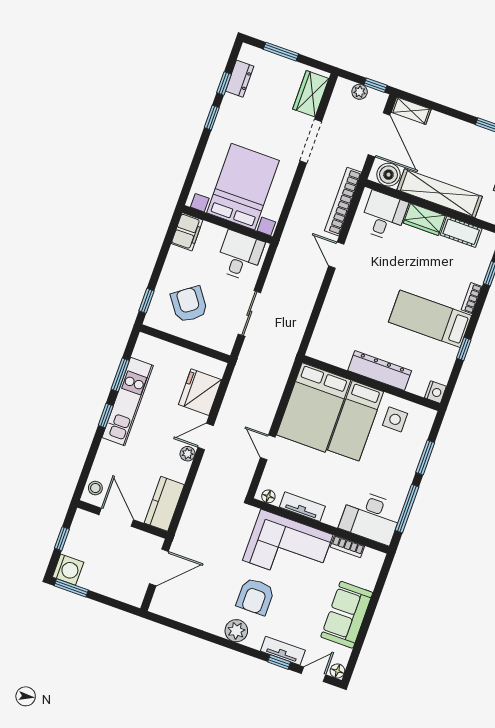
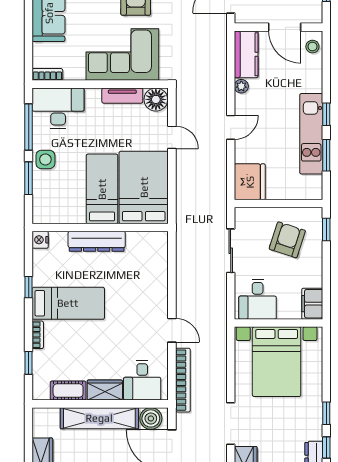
armchair: (189, 304) -> (287, 240), turned -126
fridge: (200, 392) -> (250, 182), moved
side table: (395, 419) -> (45, 159), moved
plant: (188, 454) -> (241, 86), moved
floor lamp: (268, 496) -> (156, 99), width x1.89, depth x1.89
bookcase: (347, 547) -> (47, 74), moved

